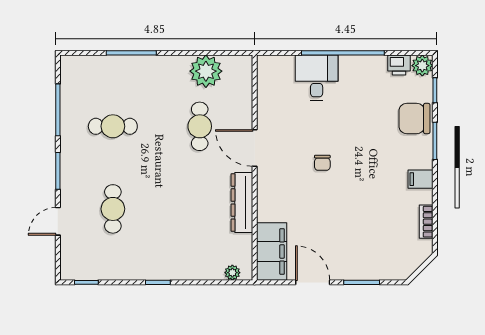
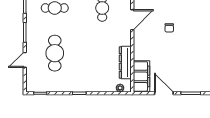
door: (255, 148) -> (132, 20), swing flipped
dresser: (242, 203) -> (125, 63), moved
cafe table: (113, 209) -> (55, 53), width x1.37, depth x1.35

